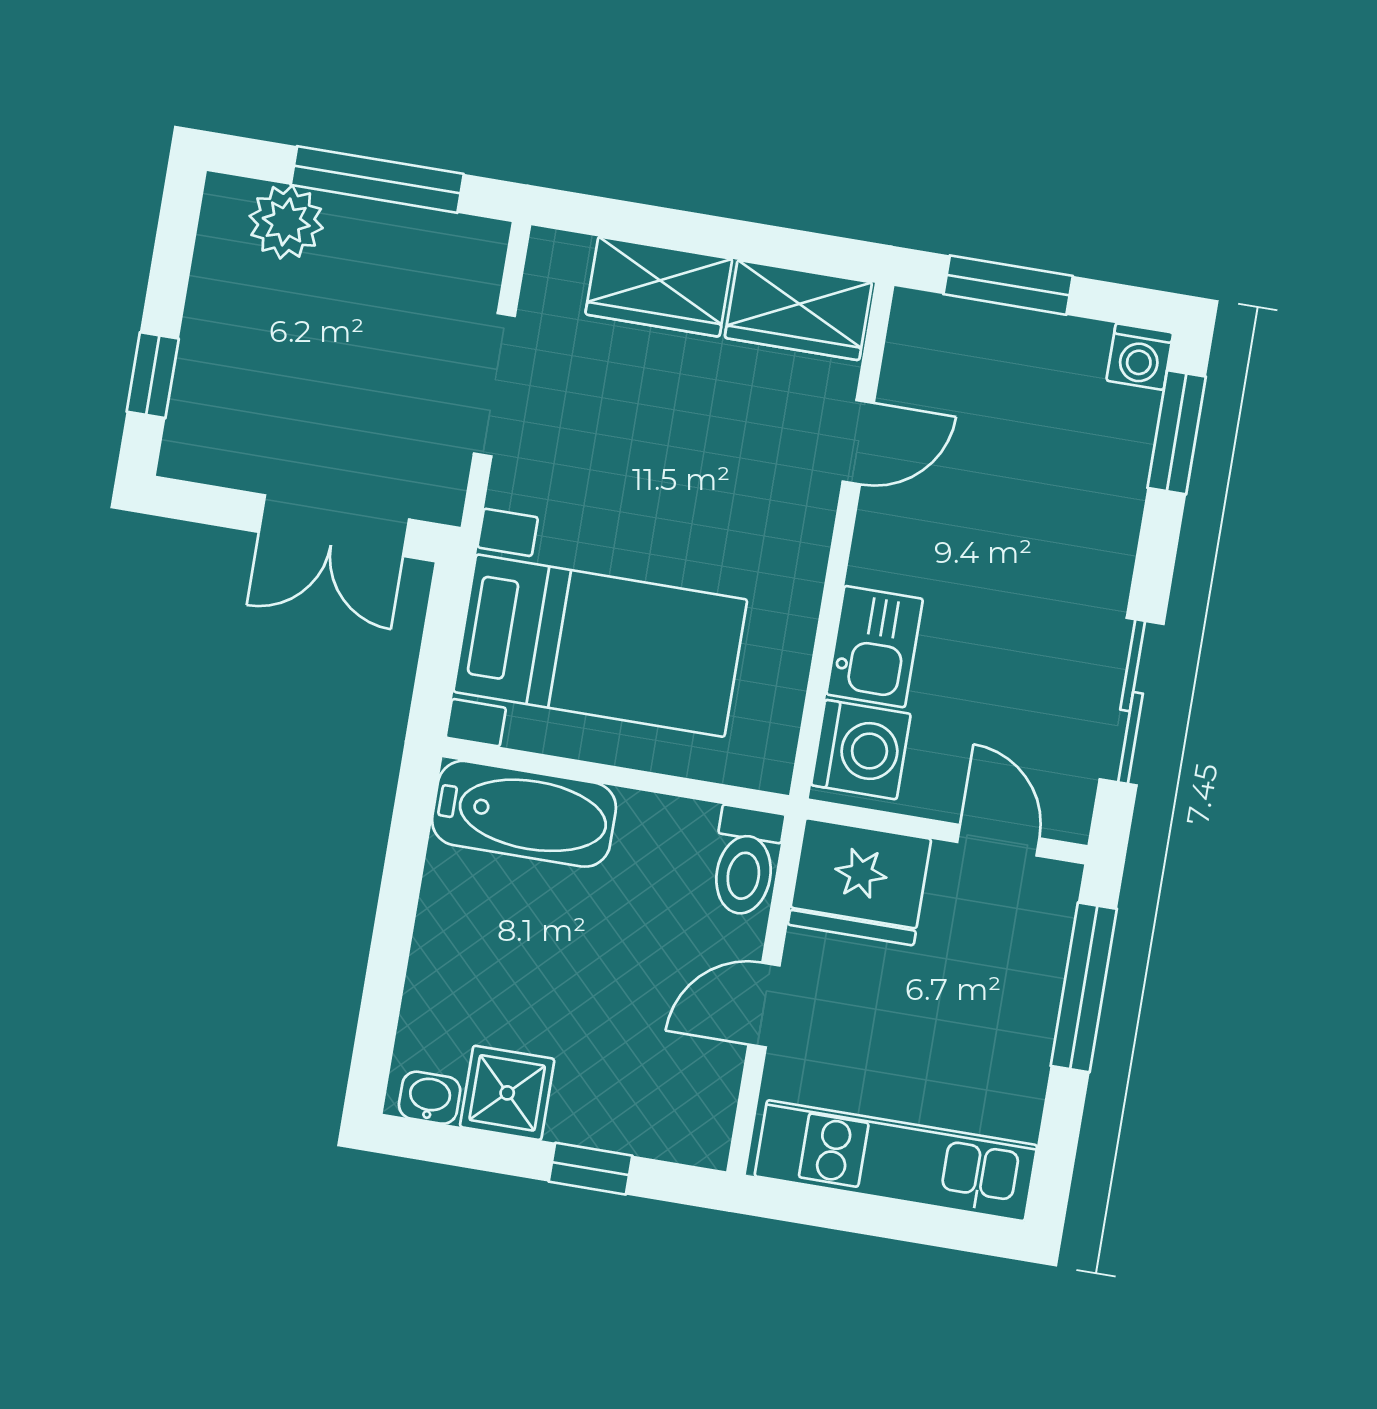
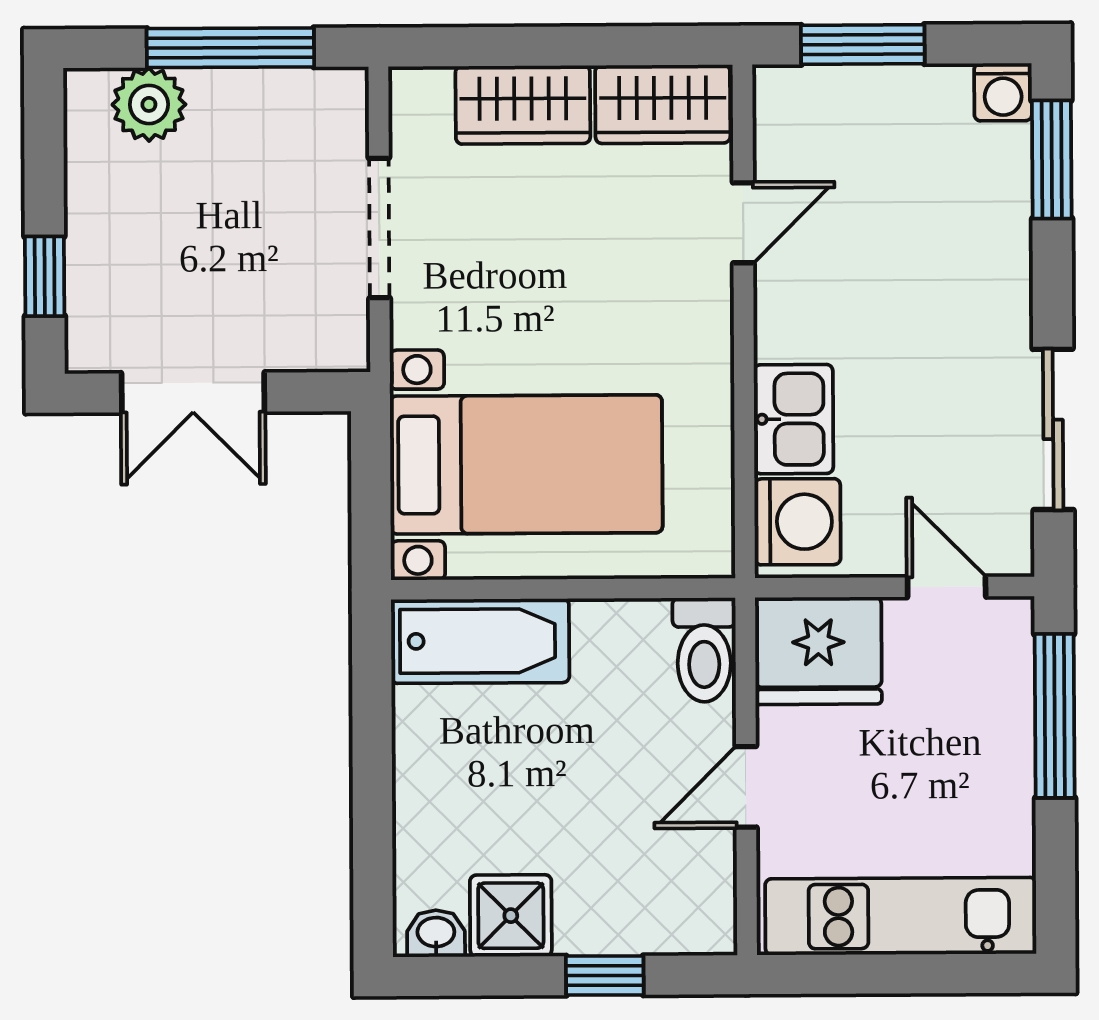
double door: (334, 526) -> (193, 393), moved

